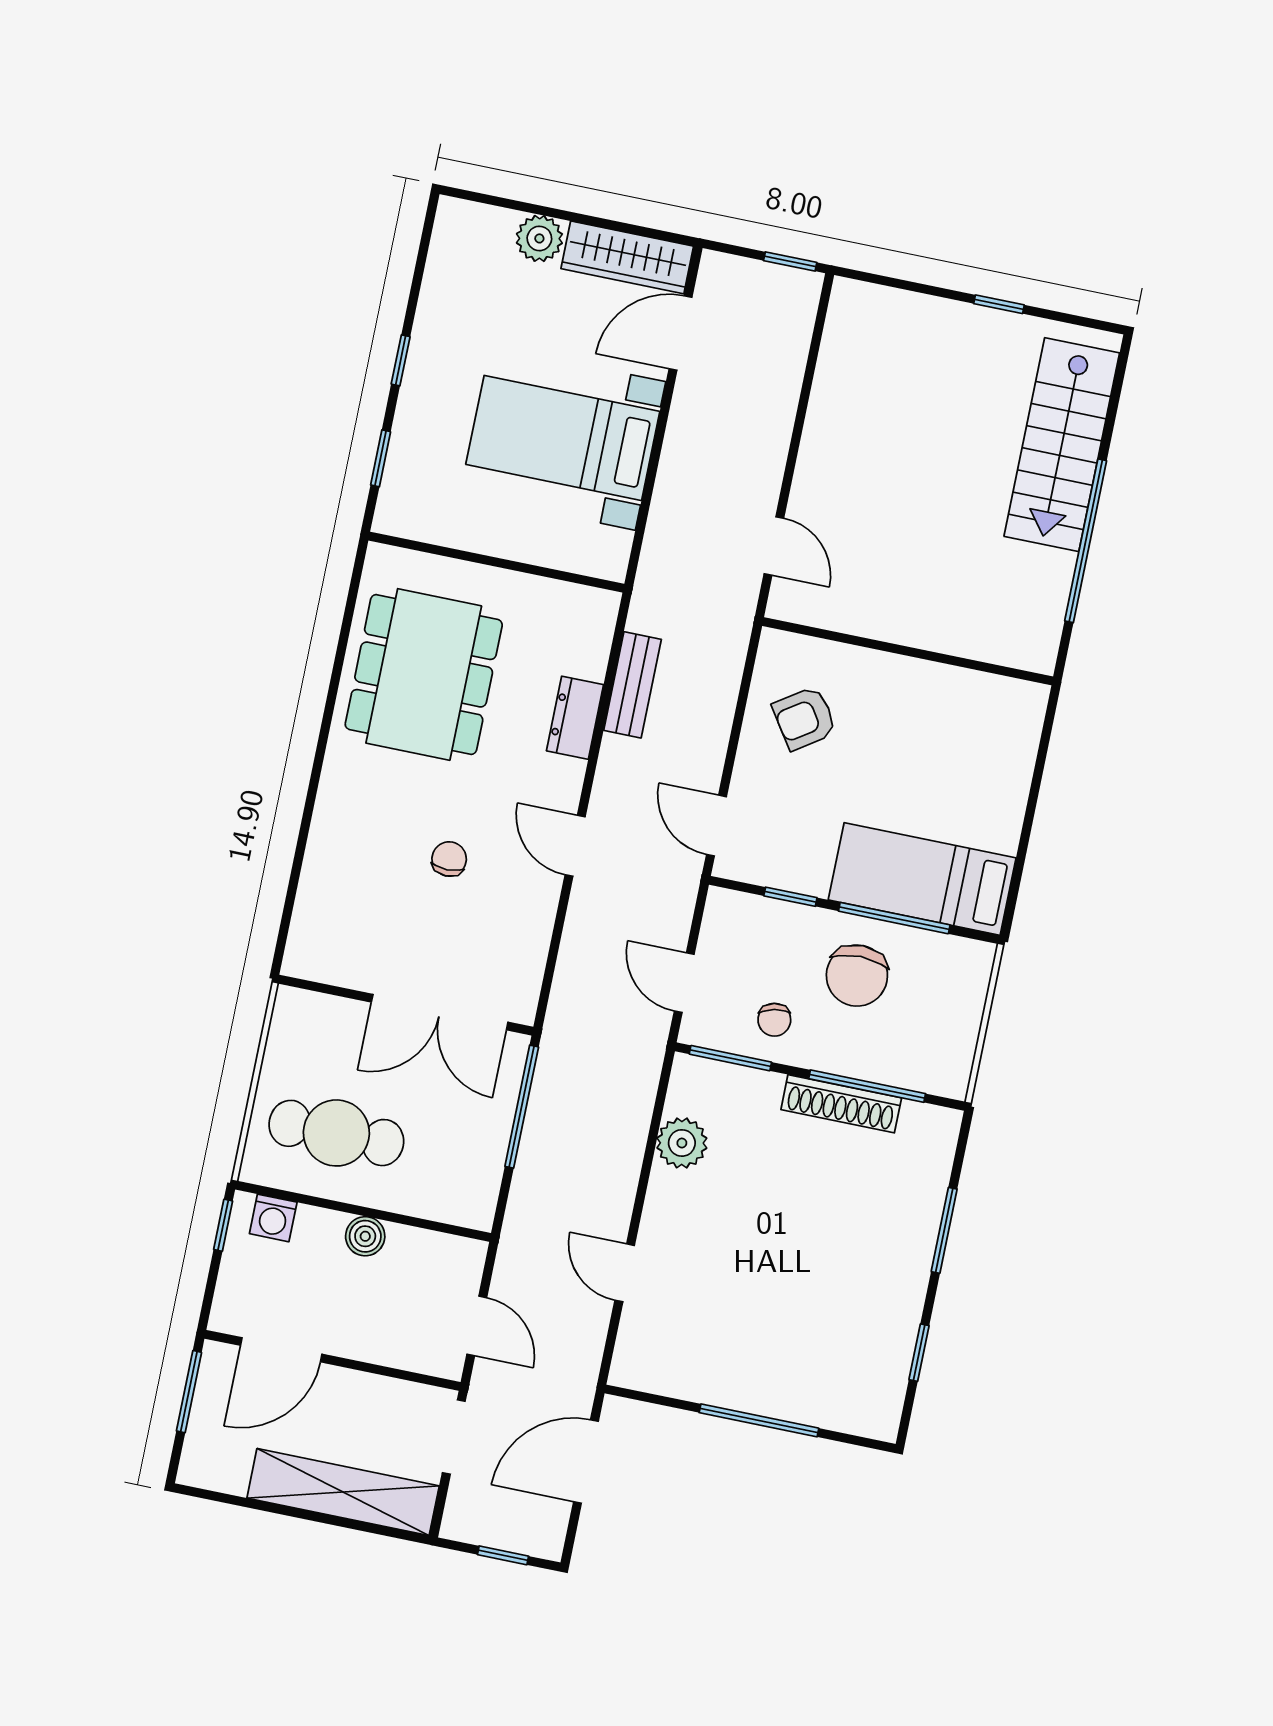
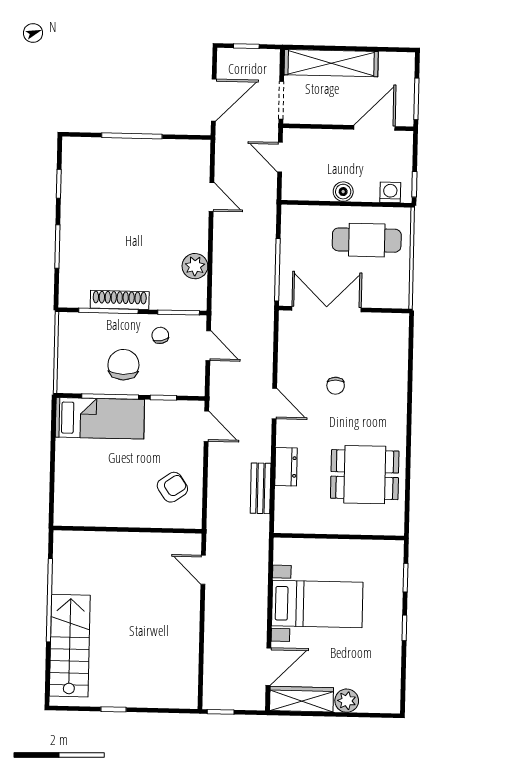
dining table: (424, 675) -> (365, 475), width x0.73

